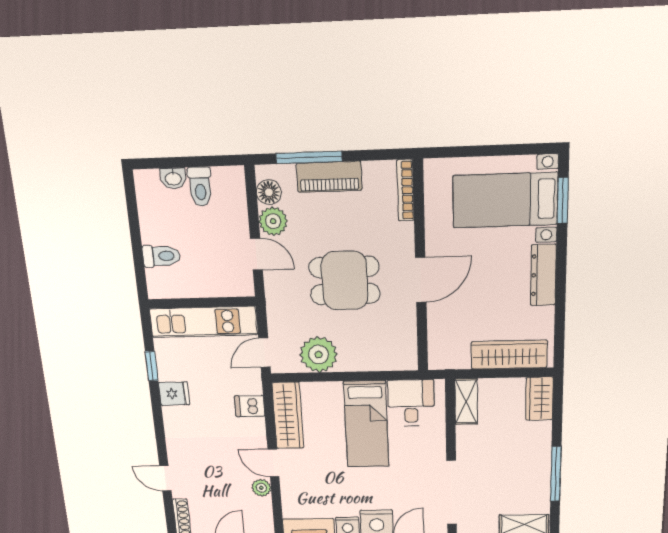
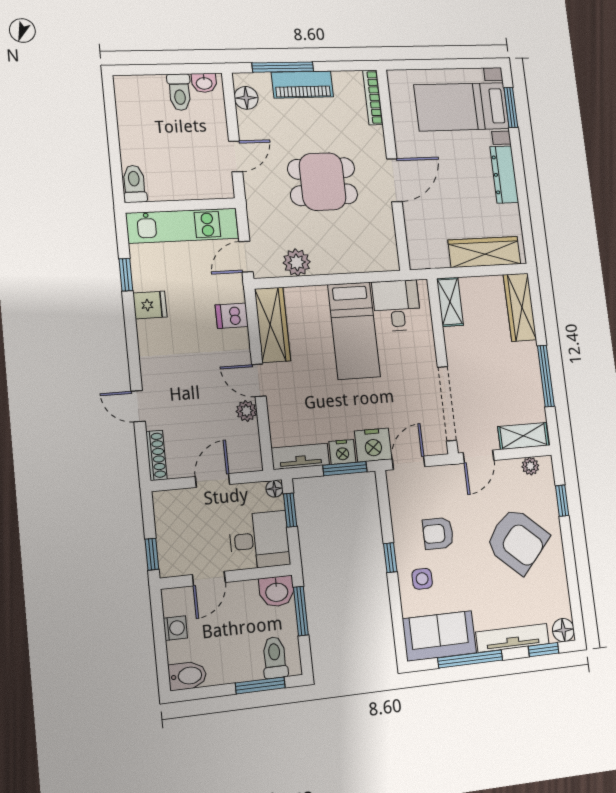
washbasin: (173, 178) -> (204, 83), moved
plant: (273, 221) -> (251, 125), removed
door: (256, 254) -> (236, 156), hinge flipped
toilet: (161, 256) -> (134, 184), moved, turned -90
plant: (319, 354) -> (297, 262), width x0.73, depth x0.73
wardrobe: (539, 399) -> (520, 307), width x1.50

